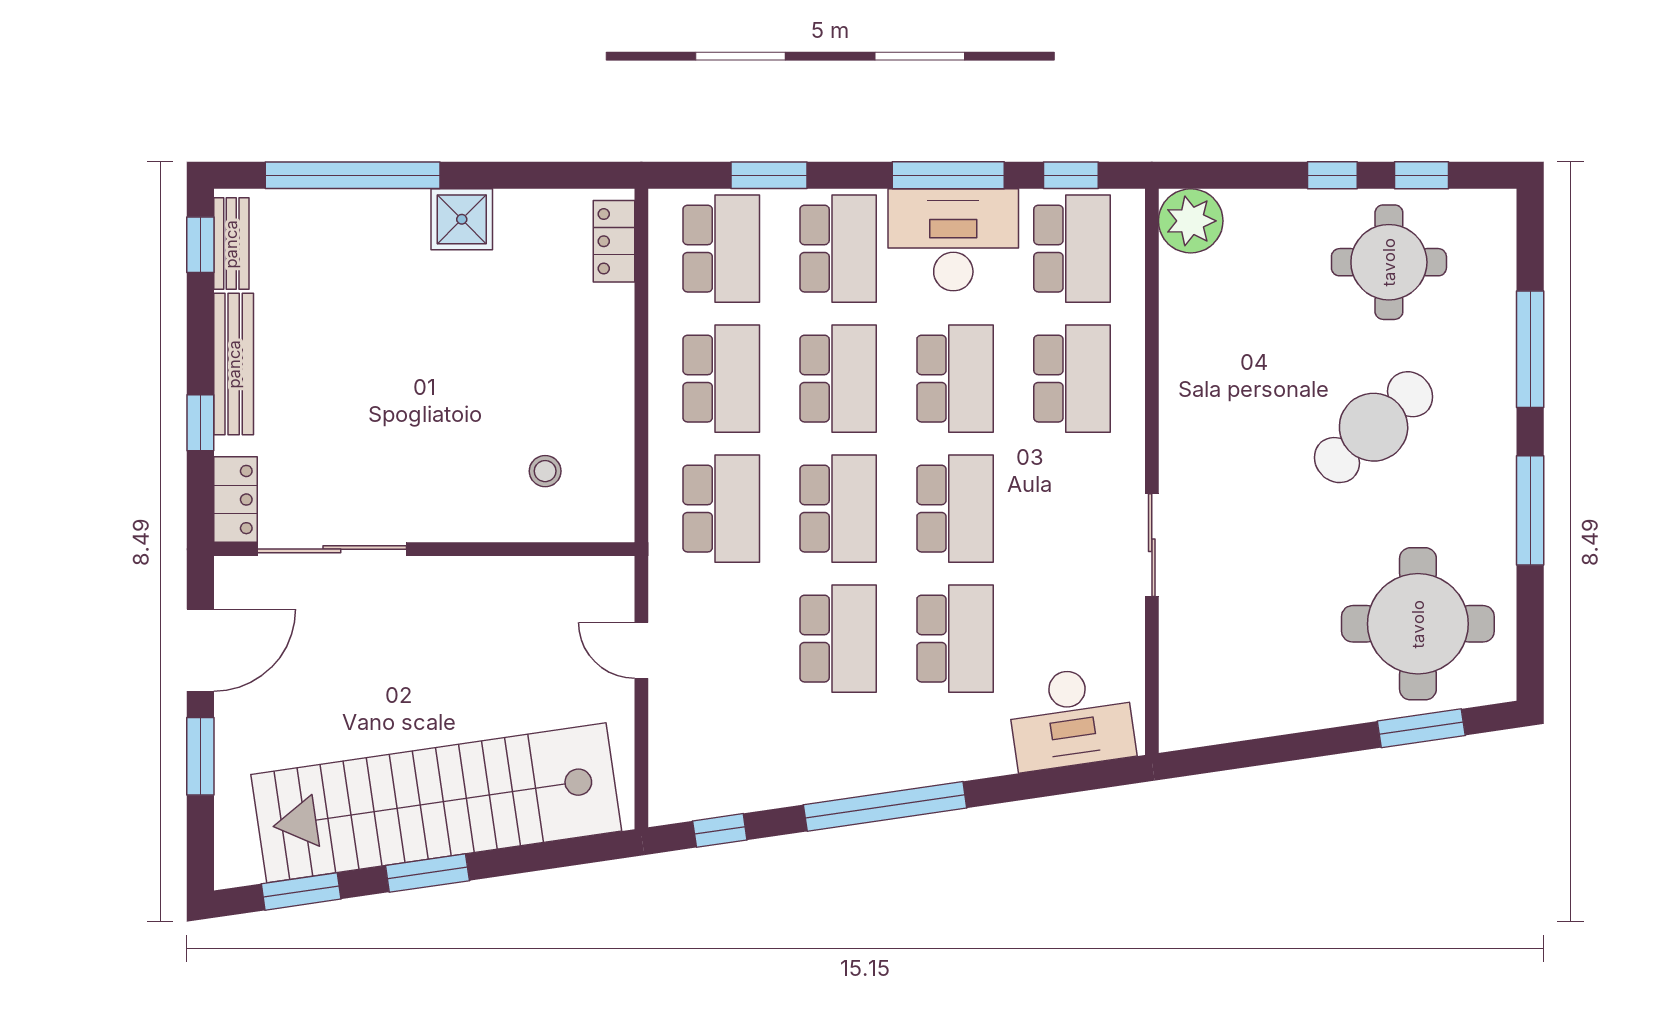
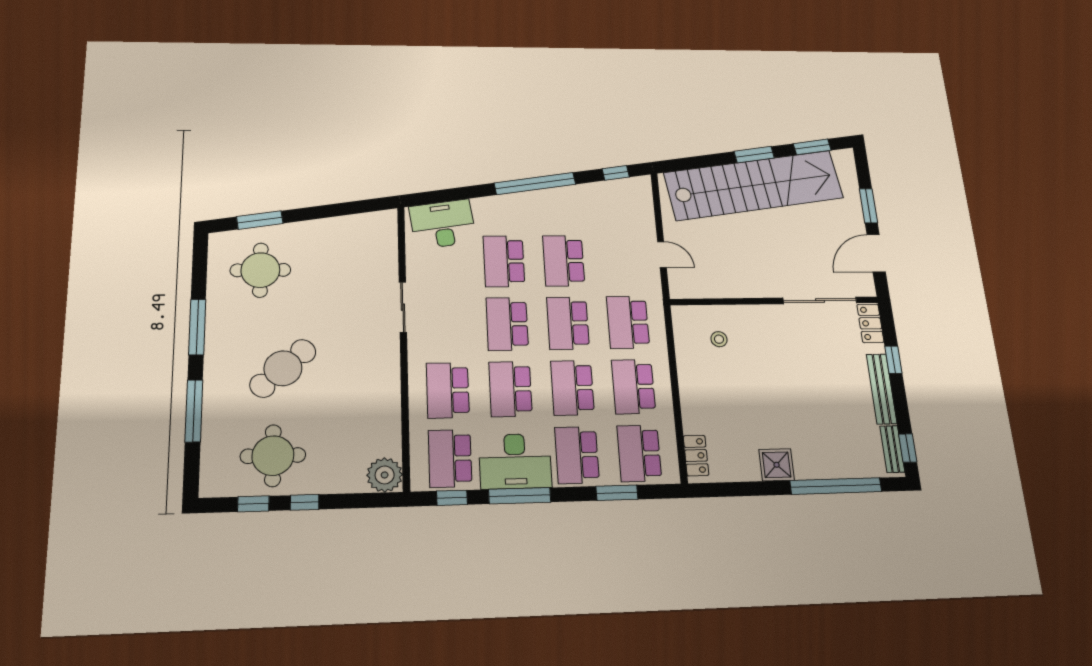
round table: (1418, 624) -> (260, 270), width x0.73, depth x0.73

